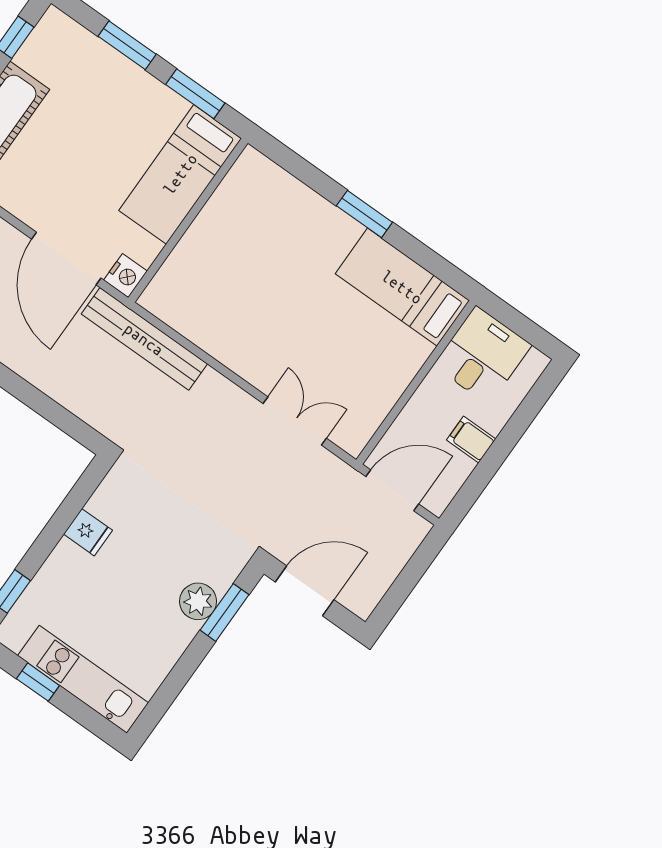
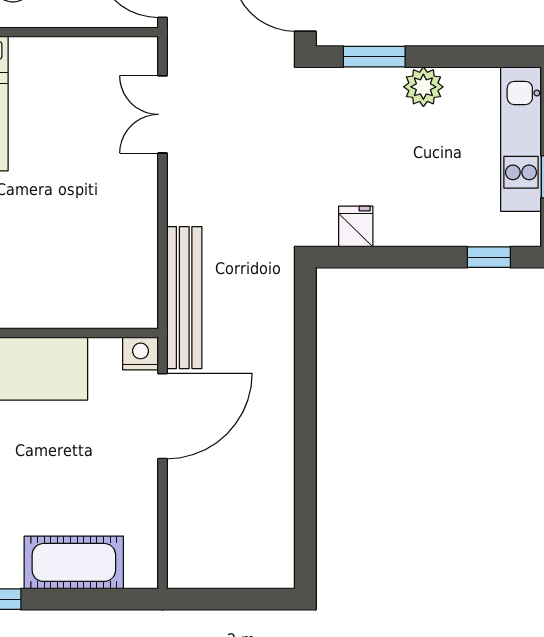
fridge: (88, 532) -> (356, 226), moved
plant: (198, 601) -> (423, 87), moved

